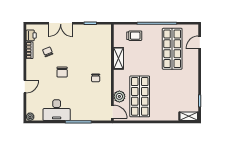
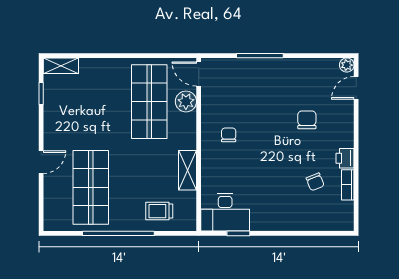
double door: (61, 23) -> (292, 233), removed
printer: (31, 35) -> (345, 158), moved
door: (200, 42) -> (41, 162), moved
chair: (62, 72) -> (307, 120), moved
door: (25, 87) -> (356, 88), moved
desk: (57, 110) -> (225, 212), moved, turned 180

